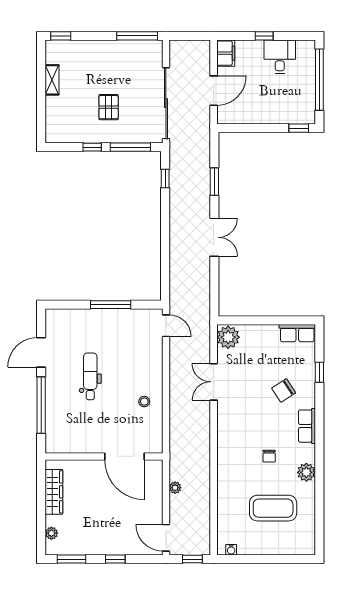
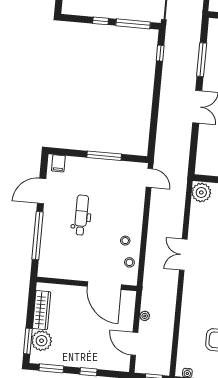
window: (214, 182) -> (202, 60), width x1.44
filing cabinet: (58, 318) -> (58, 163), added
double door: (214, 382) -> (183, 255), moved
stool: (152, 427) -> (129, 262), added
window: (41, 530) -> (28, 341), added
plant: (51, 533) -> (42, 341), width x1.88, depth x1.88
door: (166, 538) -> (134, 344), moved

